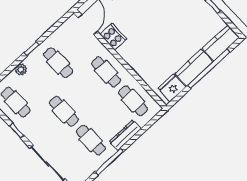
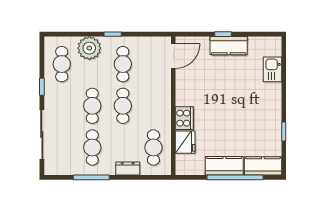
cooker: (113, 37) -> (184, 118), moved
plant: (21, 70) -> (89, 48), width x1.87, depth x1.87
cafe table: (106, 72) -> (123, 106), moved
fridge: (172, 88) -> (185, 142), moved, turned 90
dresser: (125, 135) -> (128, 169), width x0.70

